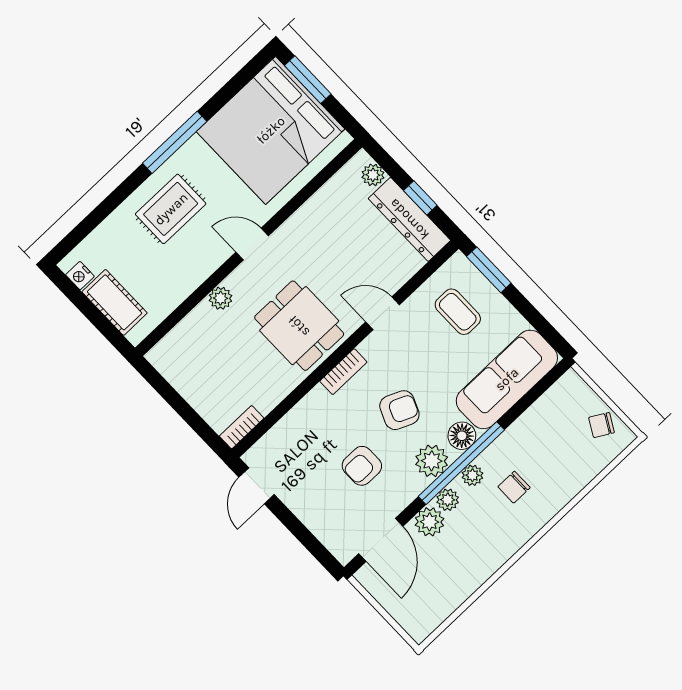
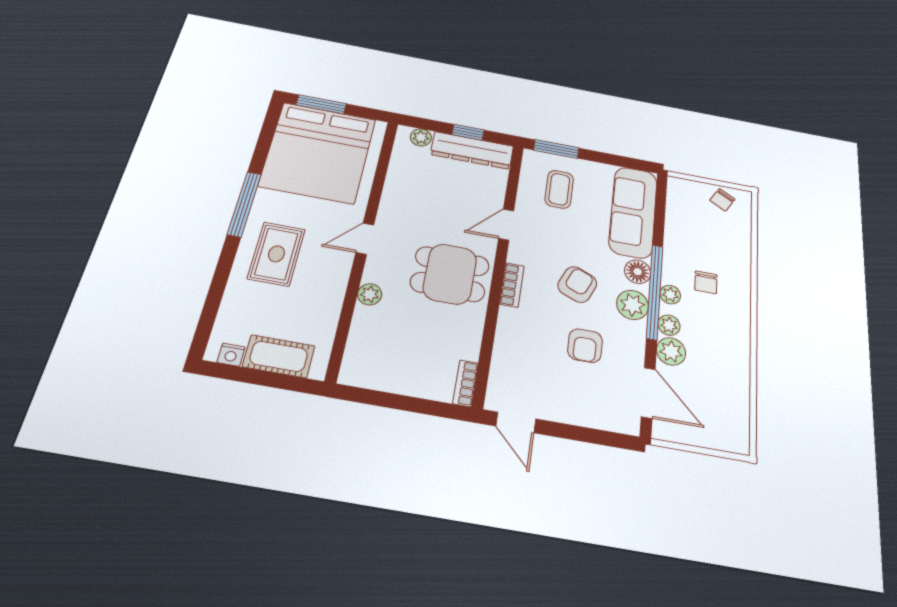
coffee table: (458, 312) -> (559, 189), turned 90

